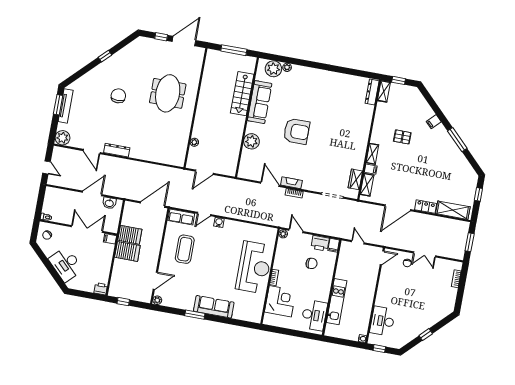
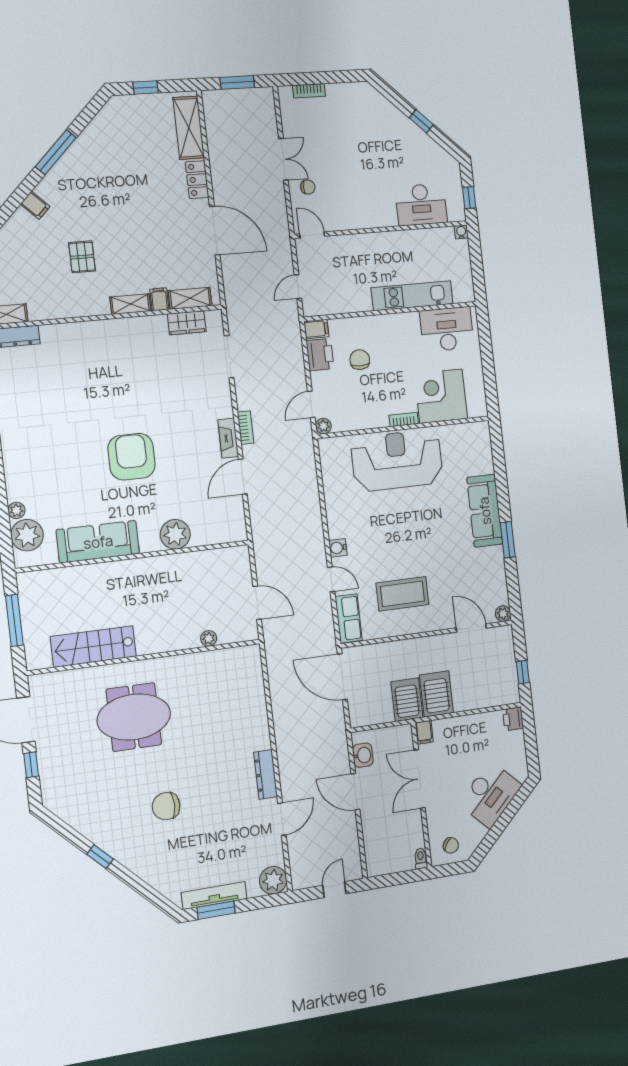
stairs: (242, 94) -> (93, 646), moved, turned 180

